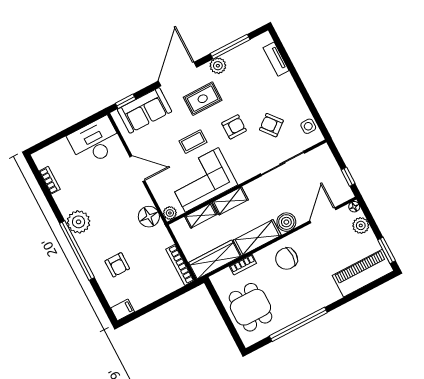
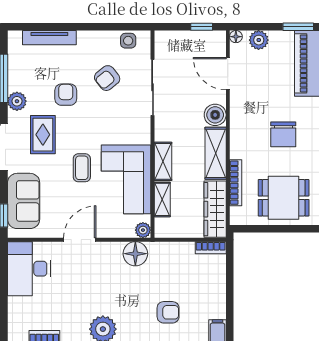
tv unit: (276, 59) -> (49, 38), width x1.41
armchair: (234, 127) -> (66, 95), moved
chair: (286, 259) -> (283, 134), moved
bookcase: (180, 265) -> (211, 248), width x0.64
bookcase: (243, 265) -> (236, 183), width x1.56

